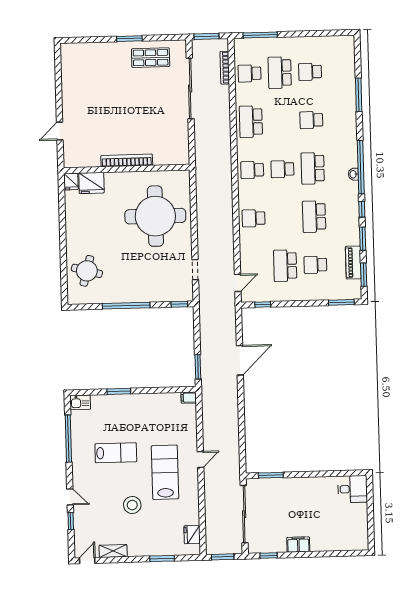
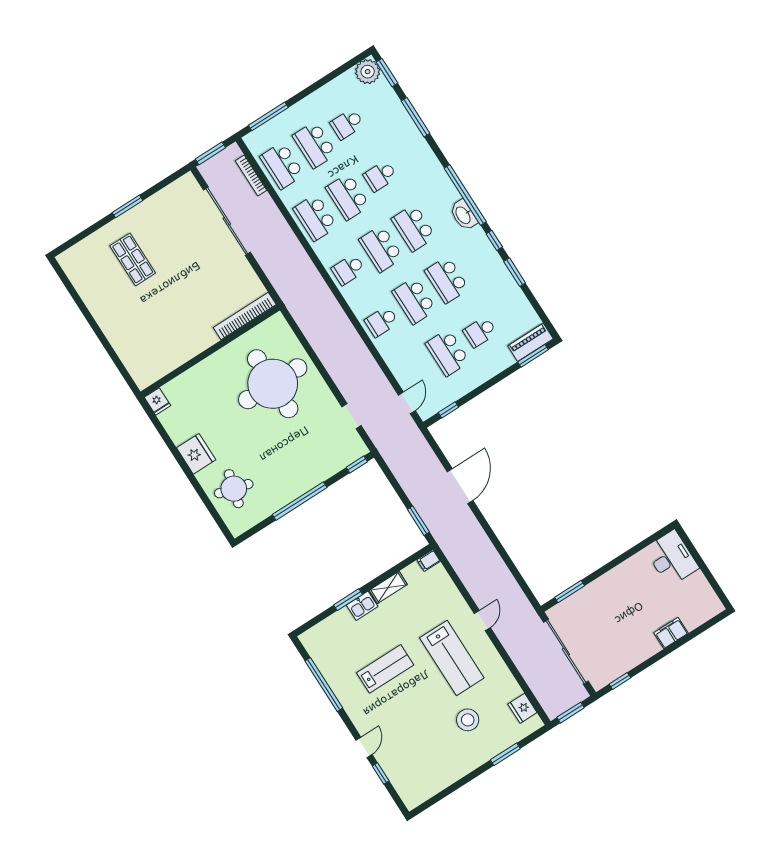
plant: (345, 45) -> (368, 72), added
shop shelf: (151, 58) -> (133, 259), moved, turned 90
school desk: (249, 73) -> (282, 166), width x1.85
school desk: (281, 121) -> (348, 197), added
door: (60, 131) -> (112, 354), removed
bookcase: (127, 160) -> (245, 316), moved
school desk: (282, 169) -> (381, 249), width x1.85
washbasin: (353, 174) -> (463, 215), width x1.91, depth x1.45
fridge: (91, 183) -> (196, 454), moved, turned -90
school desk: (284, 217) -> (414, 301), added
piano: (353, 262) -> (530, 342), moved, turned 90
window: (364, 275) -> (387, 73), moved
kitchen sink: (80, 402) -> (362, 606), moved
lab bench: (165, 472) -> (452, 658), turned 180
desk: (353, 489) -> (672, 558), width x1.37
door: (70, 497) -> (364, 747), hinge flipped
stool: (132, 505) -> (468, 720), moved
filing cabinet: (298, 545) -> (671, 633), moved
shelving: (113, 551) -> (388, 587), moved
door: (87, 561) -> (425, 806), removed

